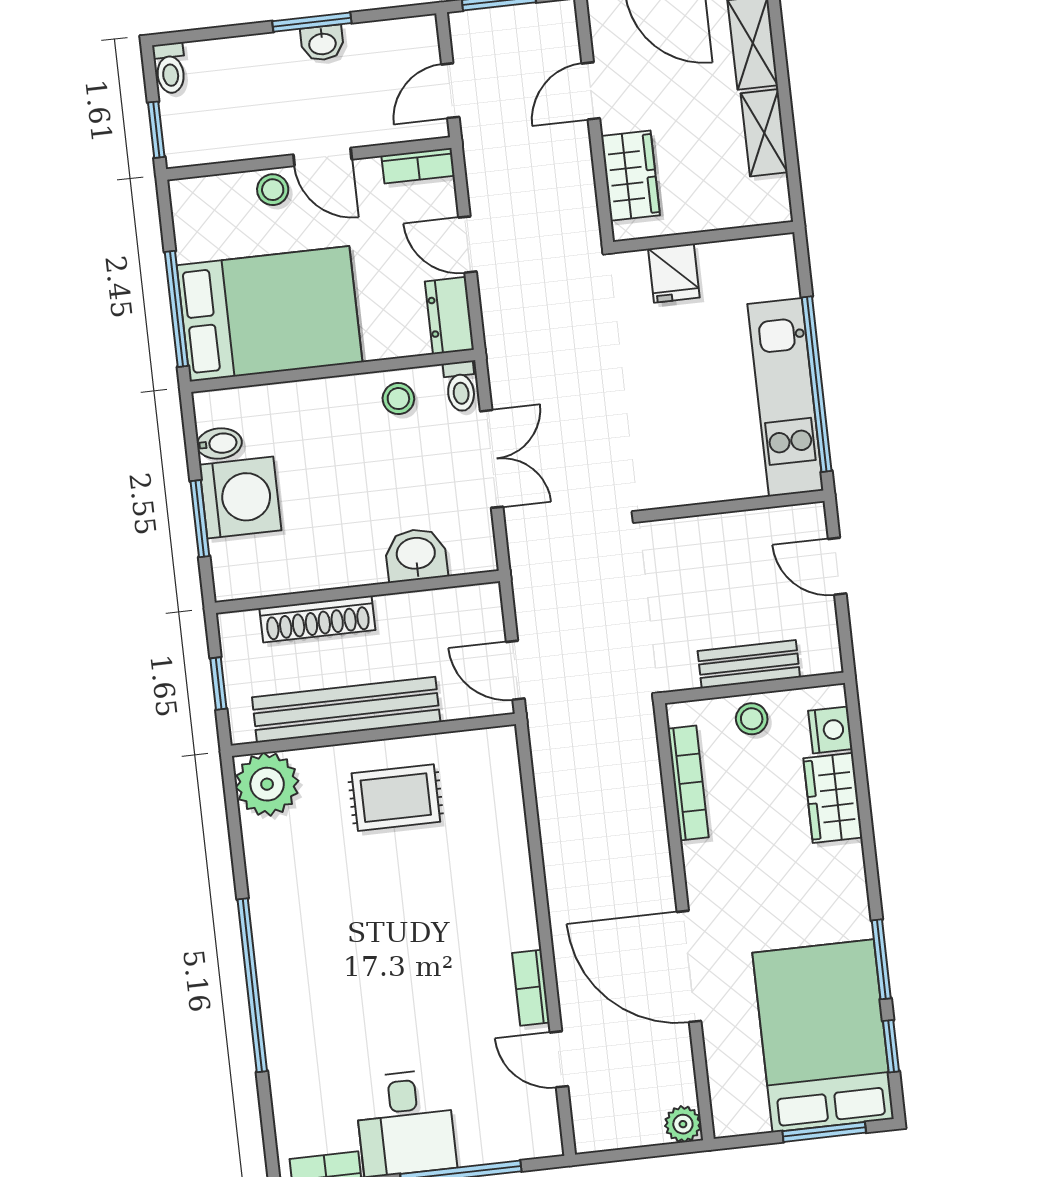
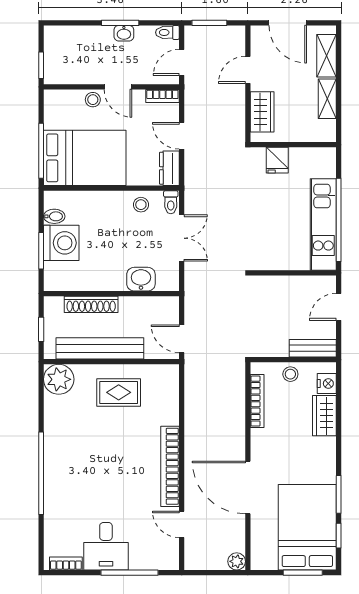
toilet: (170, 68) -> (167, 32), moved, turned 90
door: (837, 566) -> (339, 307), hinge flipped
bench: (749, 664) -> (313, 348), moved
bookcase: (531, 988) -> (170, 466), width x2.31, depth x1.31

